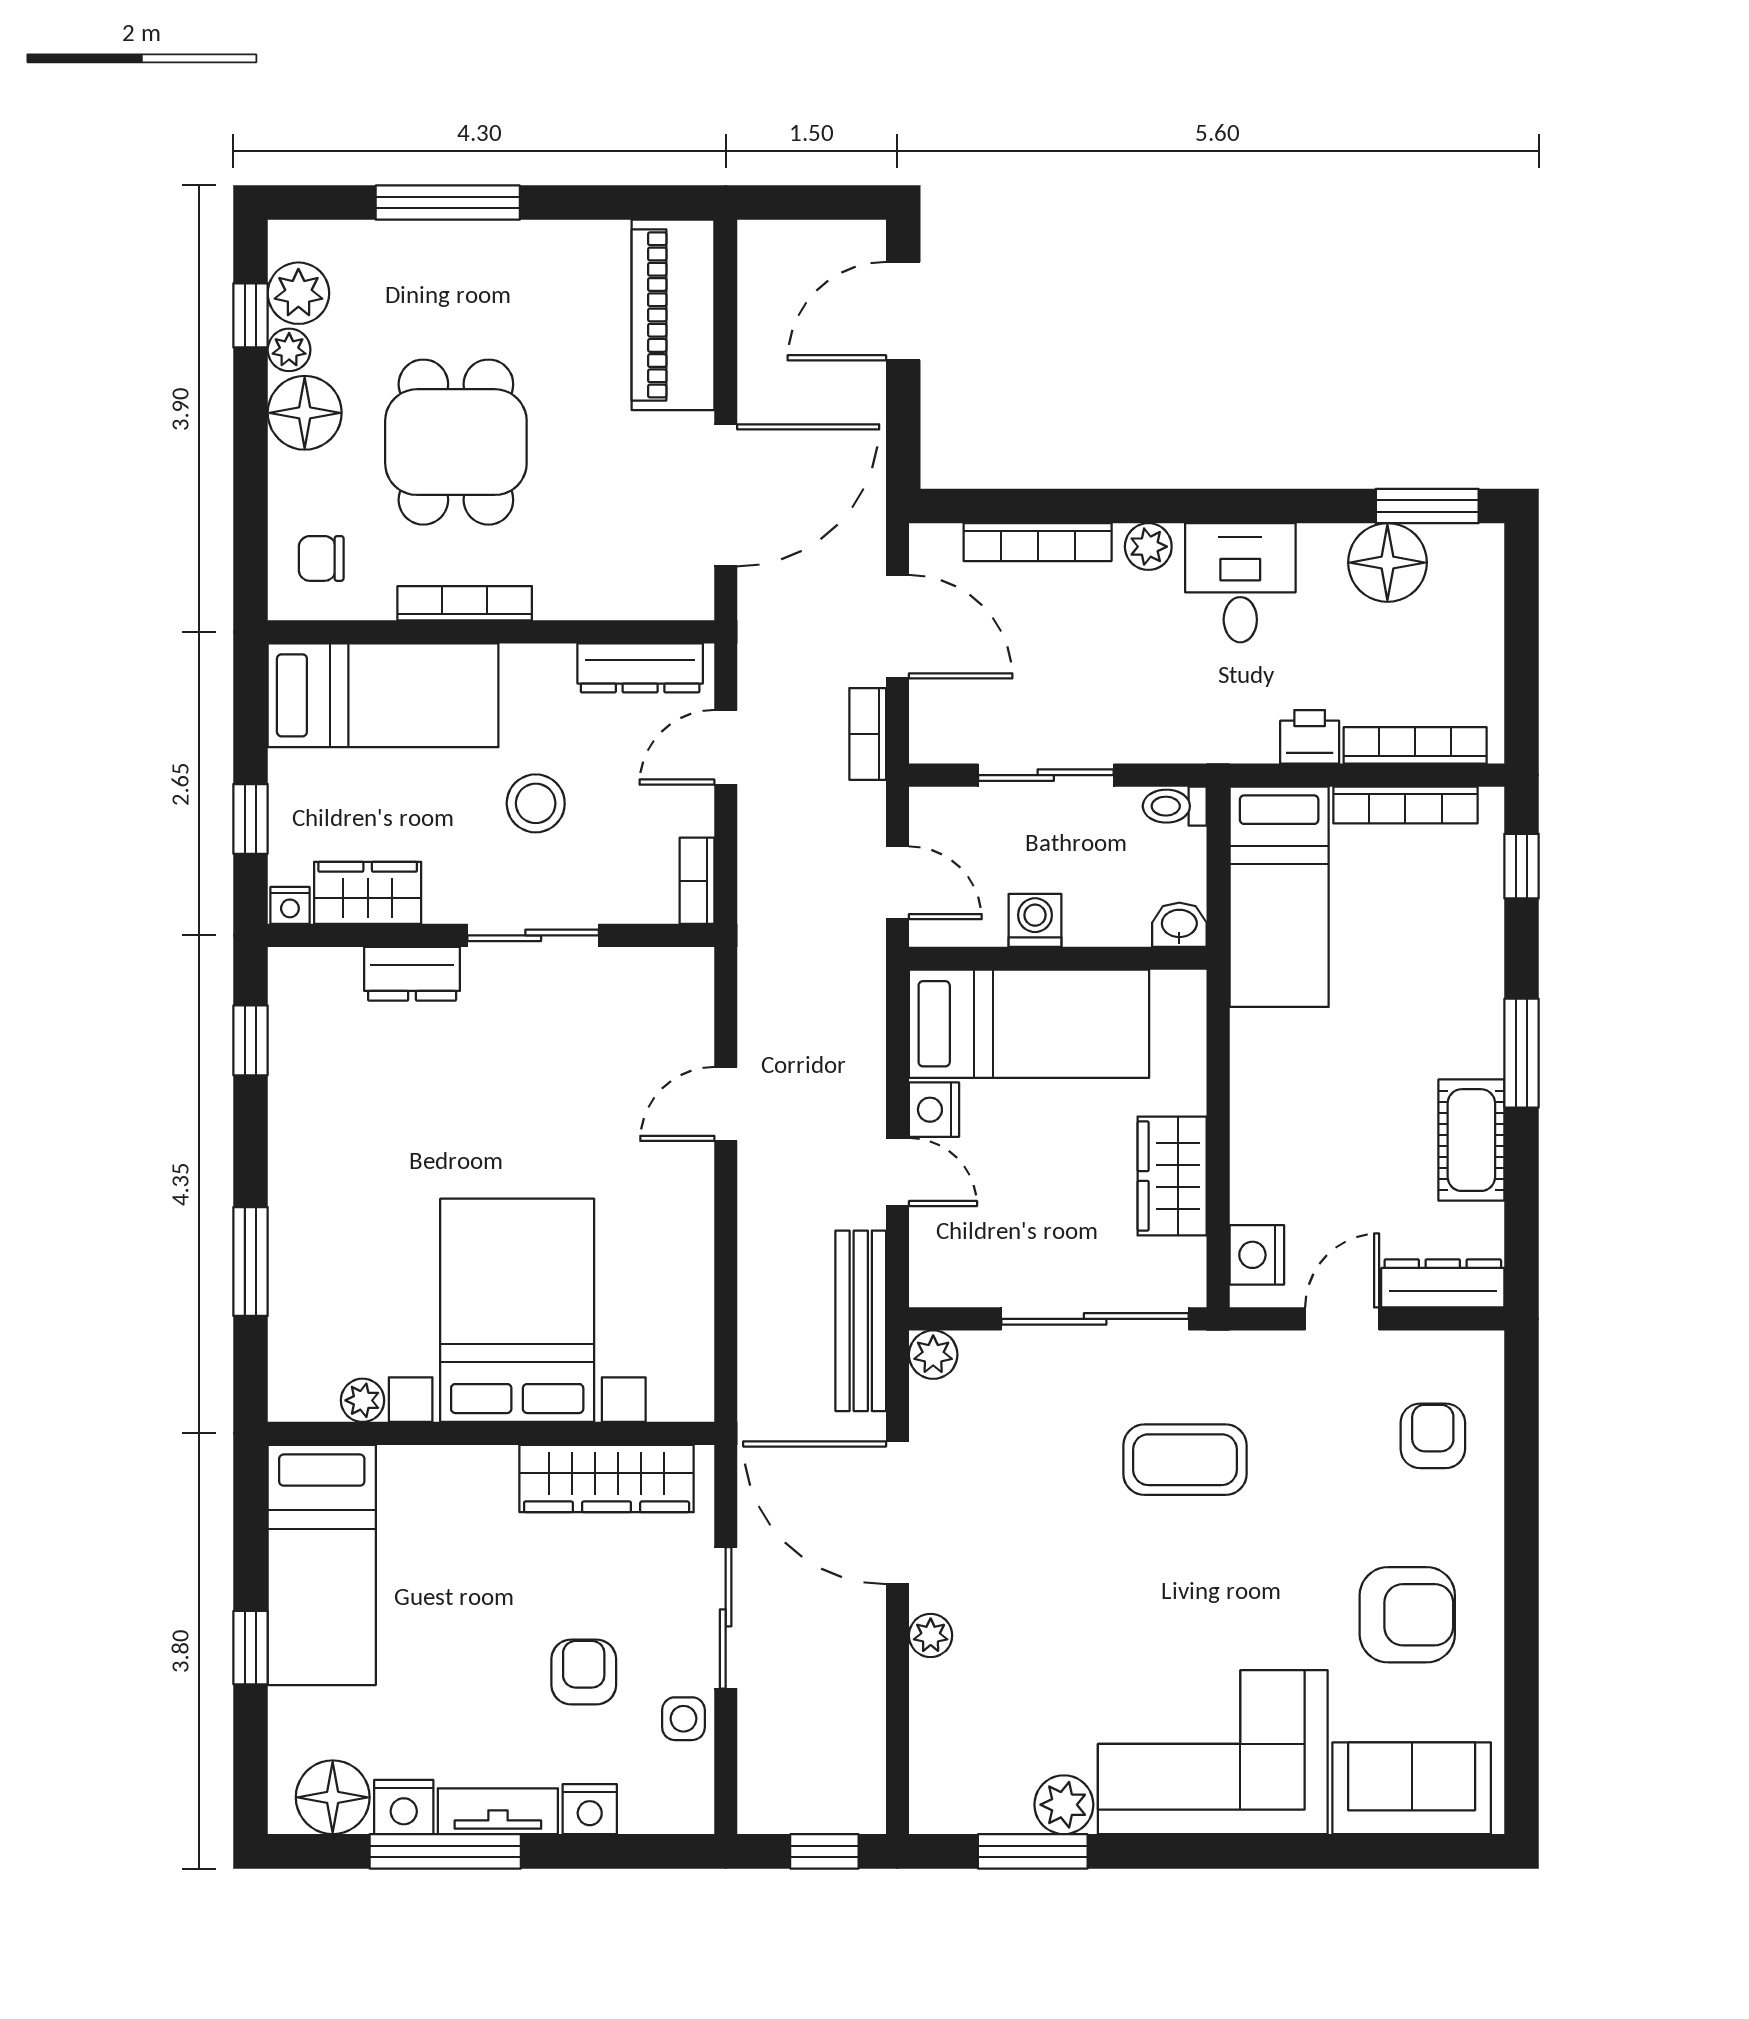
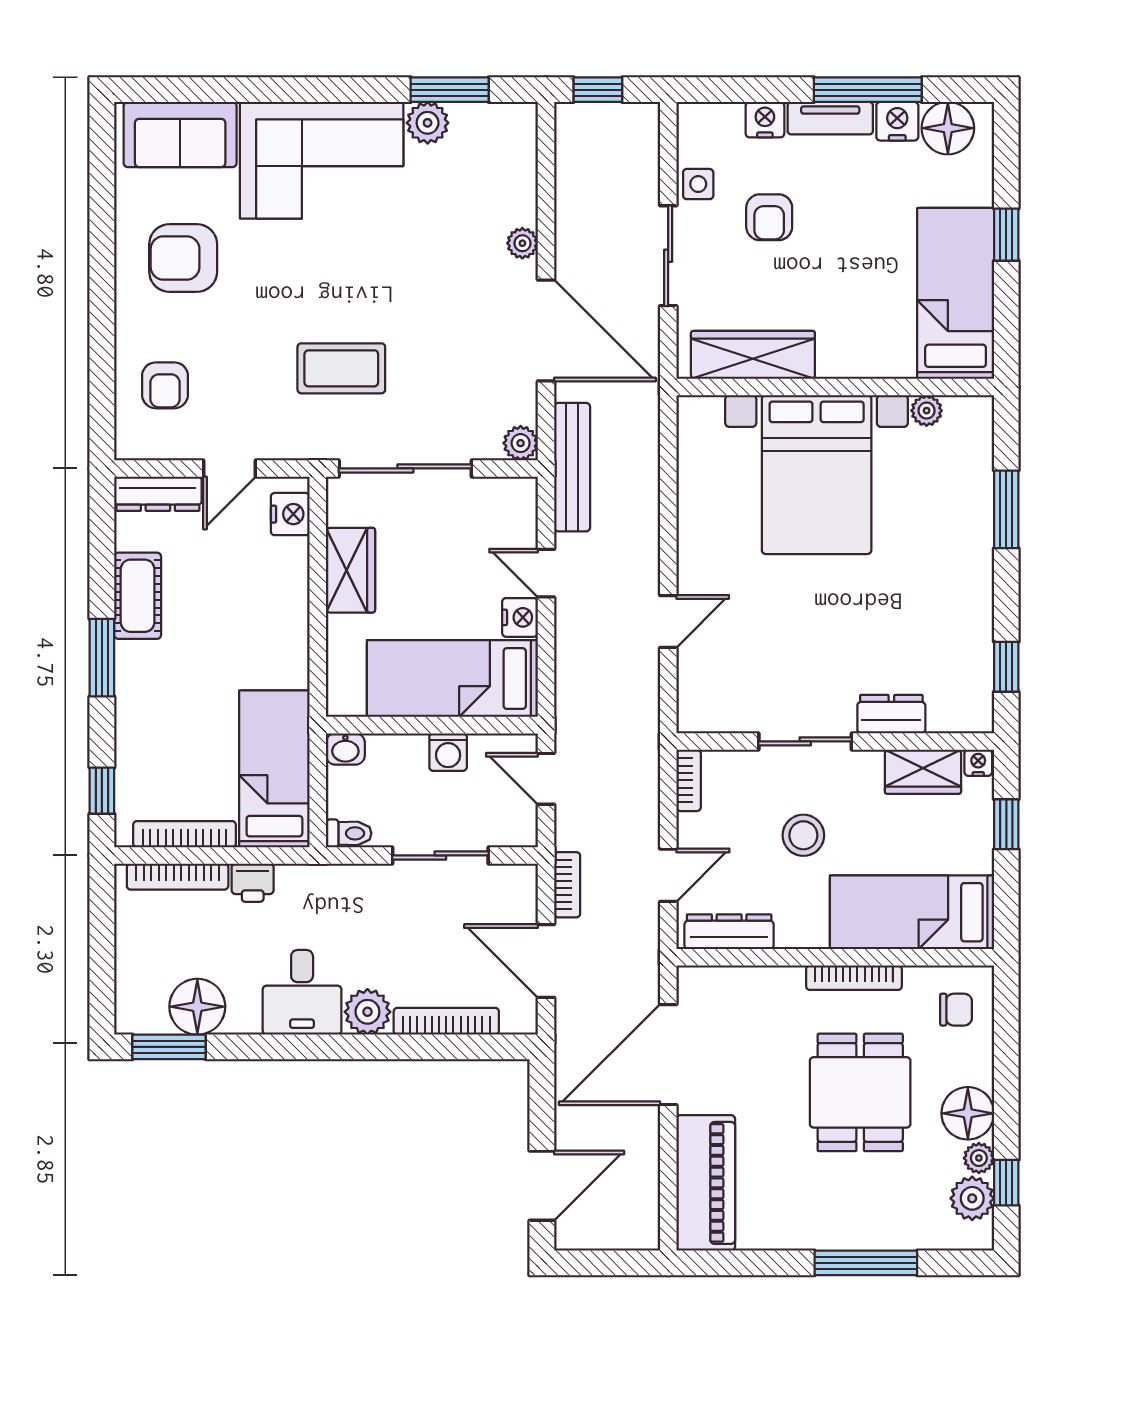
plant: (1148, 547) -> (367, 1012), width x1.38, depth x1.38

